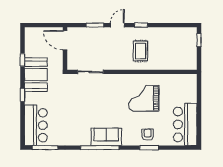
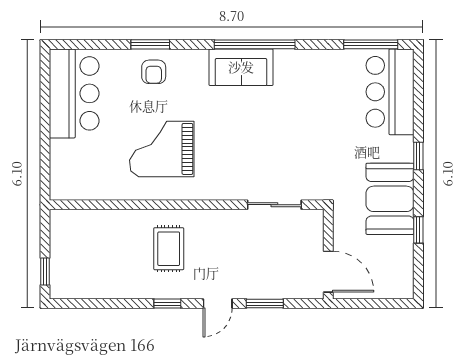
grand piano: (144, 98) -> (162, 149), turned 180

